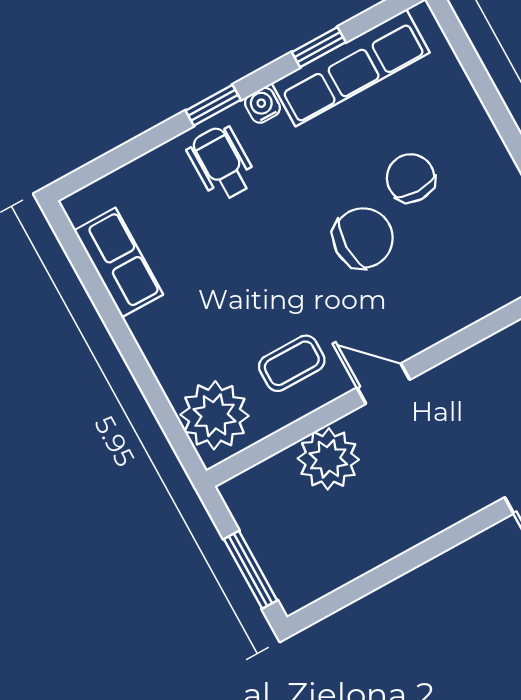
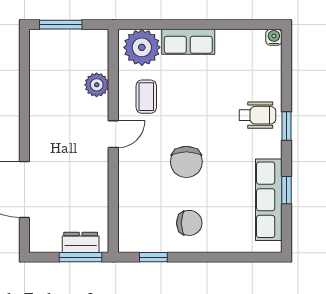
water cooler: (262, 105) -> (274, 37), moved, turned -90
chair: (411, 178) -> (189, 223), moved
row of seats: (119, 262) -> (188, 42), moved
plant: (328, 459) -> (97, 85), width x0.73, depth x0.73

